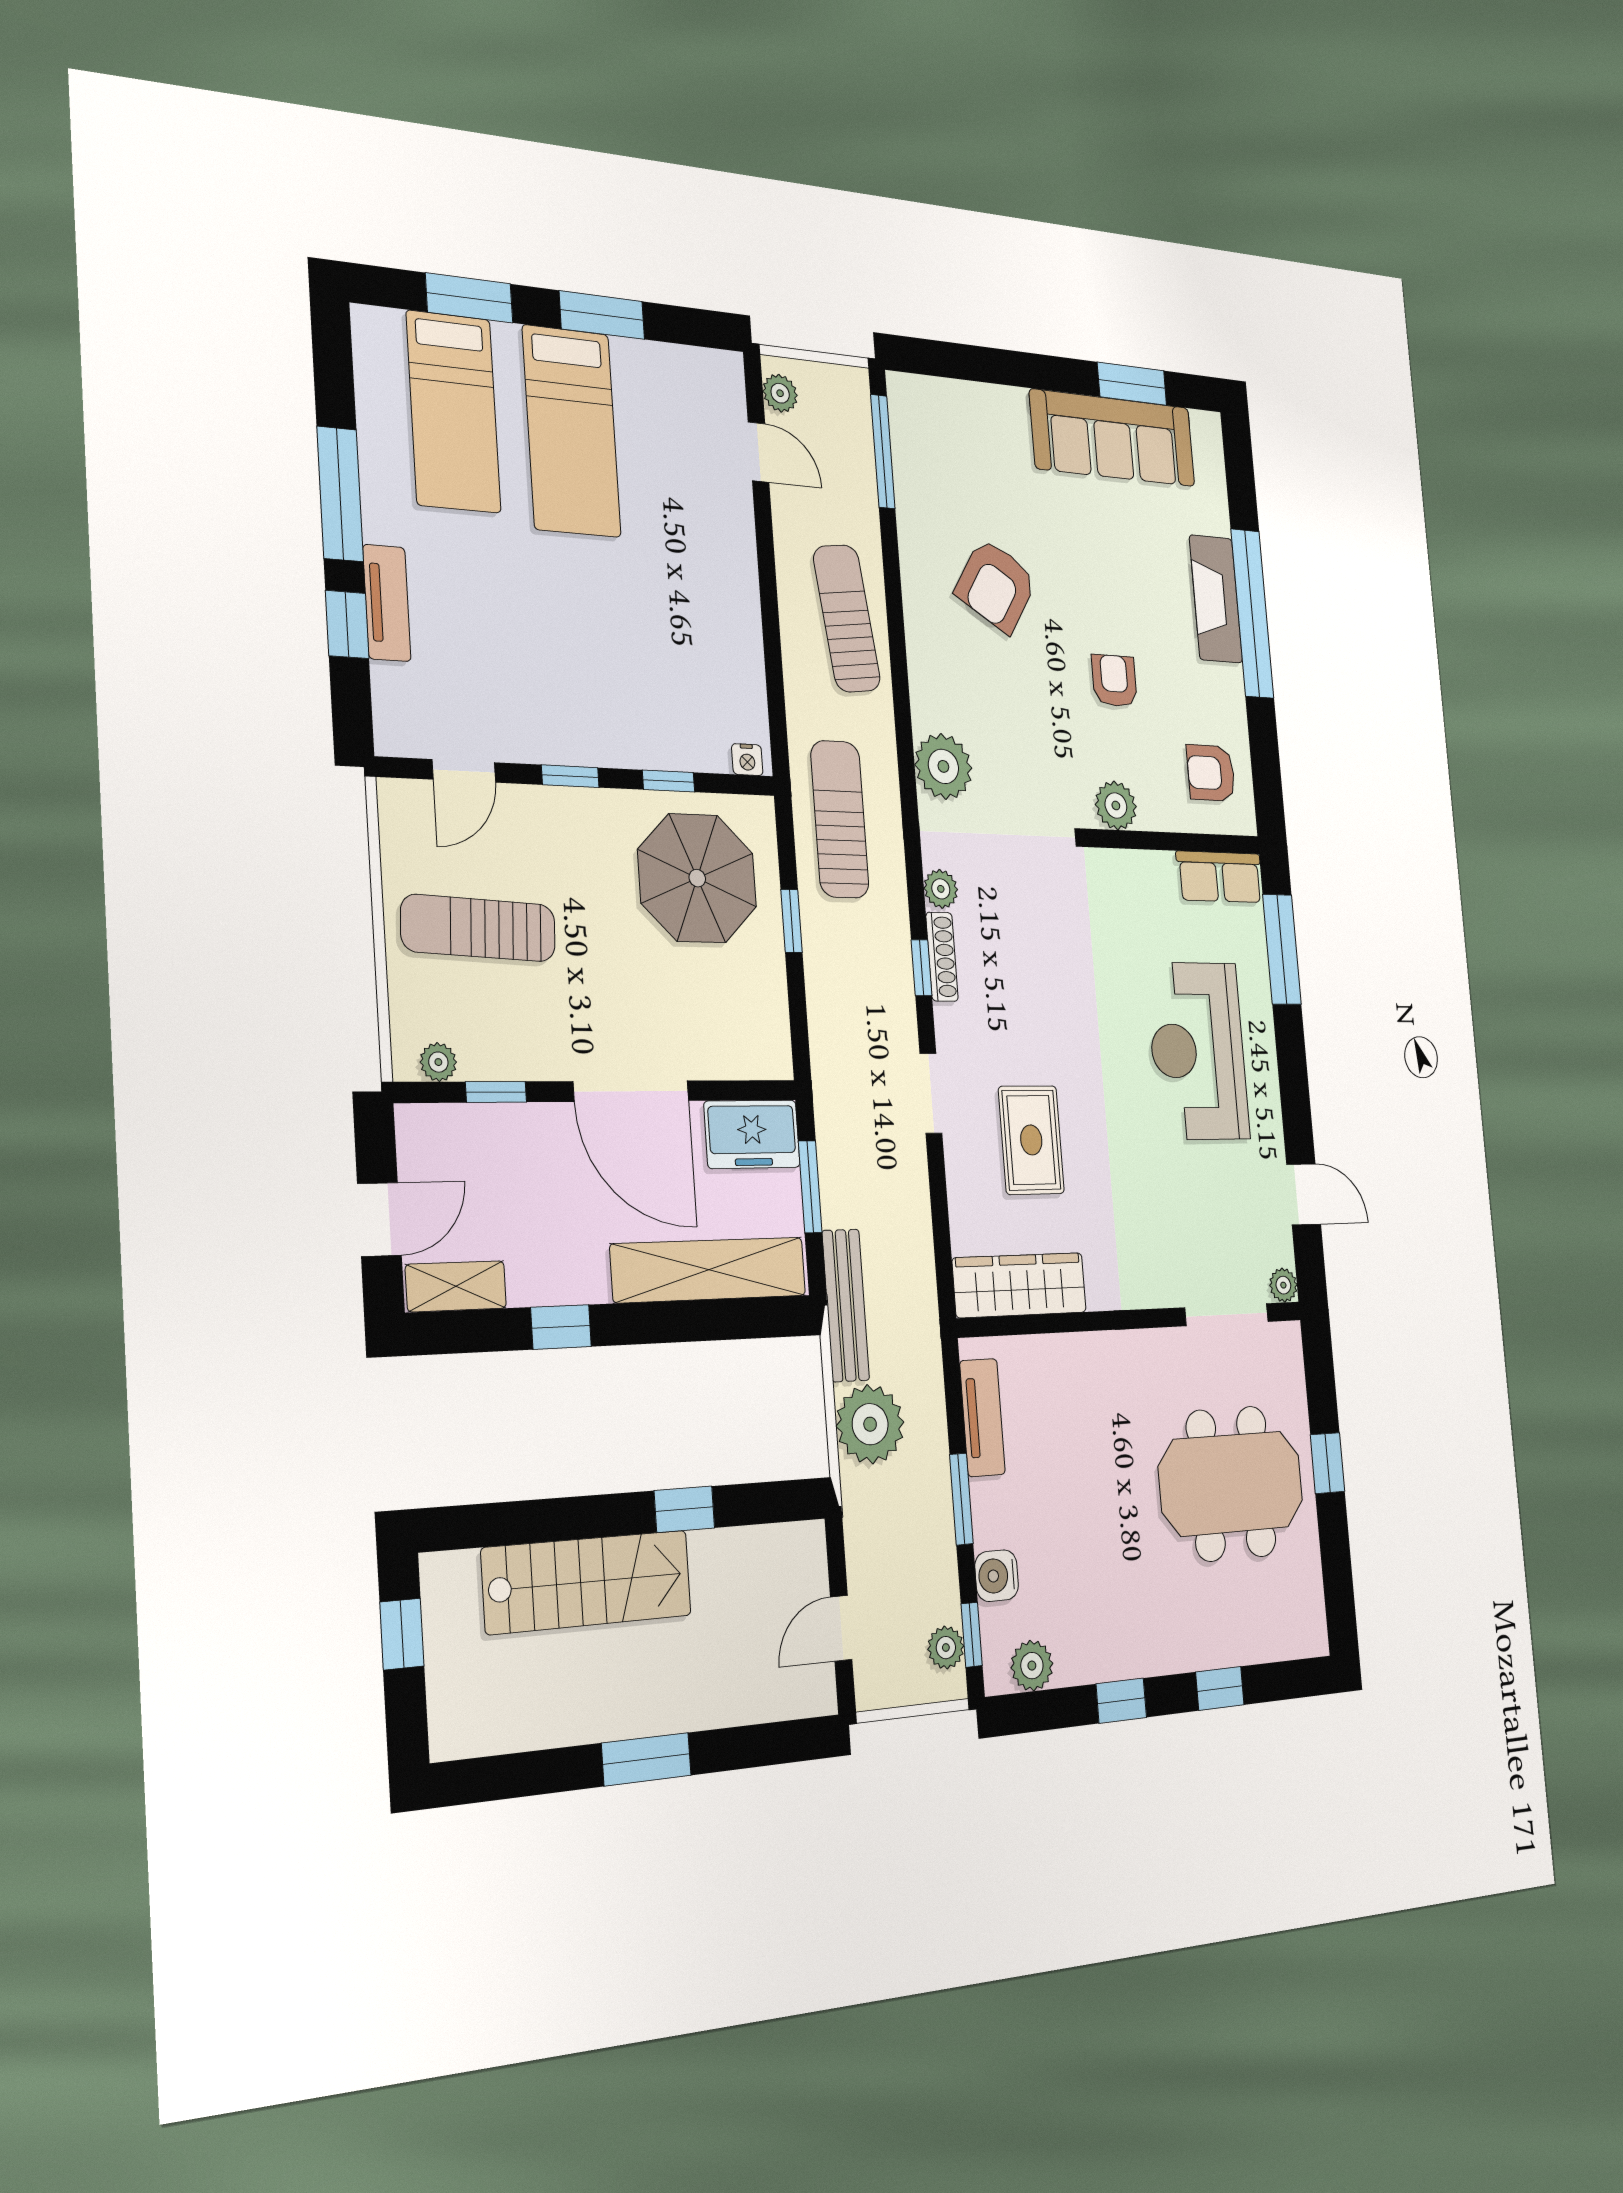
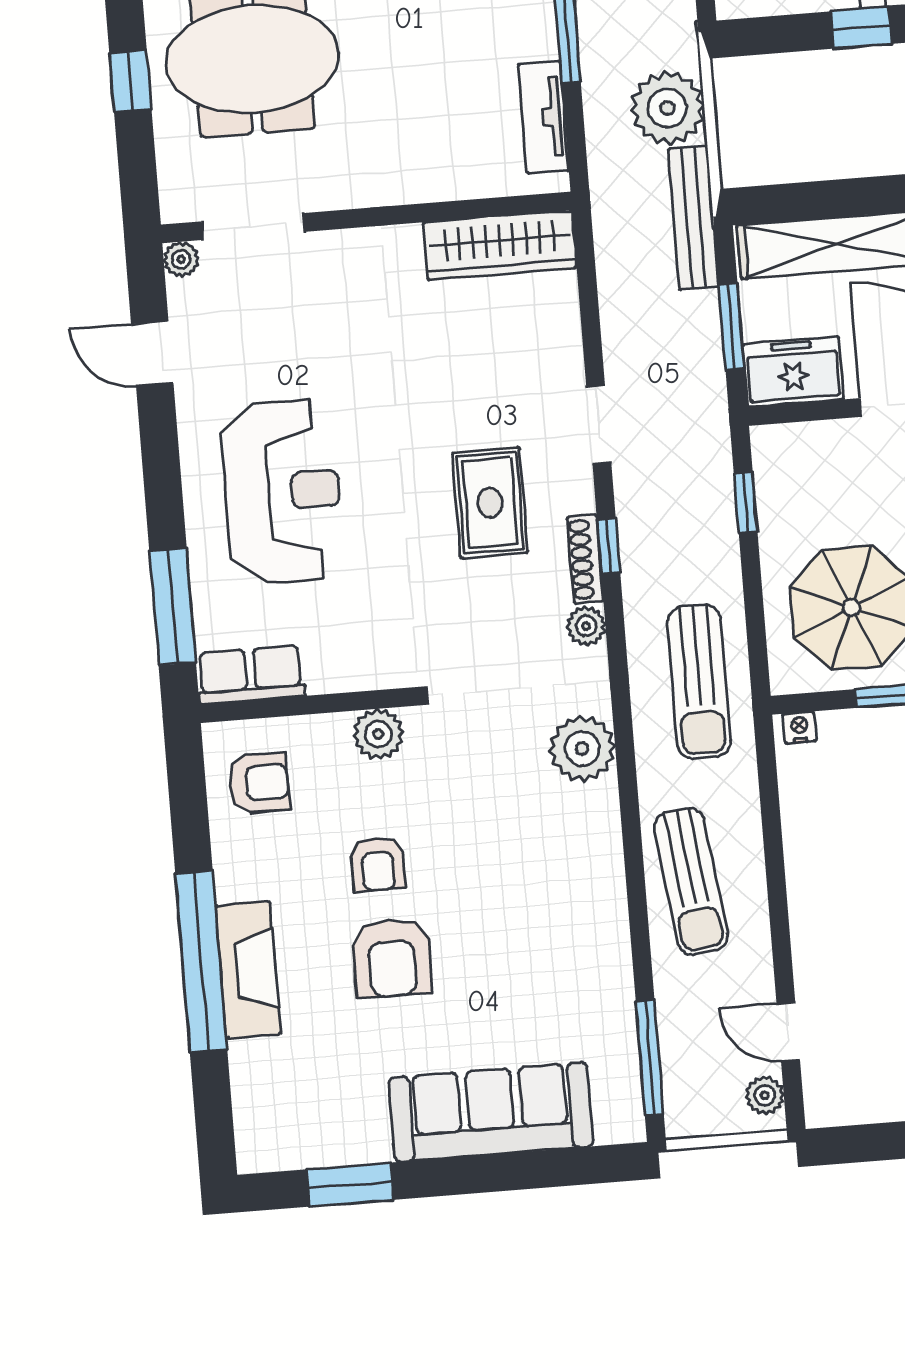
sofa: (1113, 438) -> (491, 1112), moved
armchair: (996, 585) -> (392, 958), moved, turned 148
window: (791, 921) -> (746, 503), moved
rug: (1031, 1140) -> (490, 503), moved

